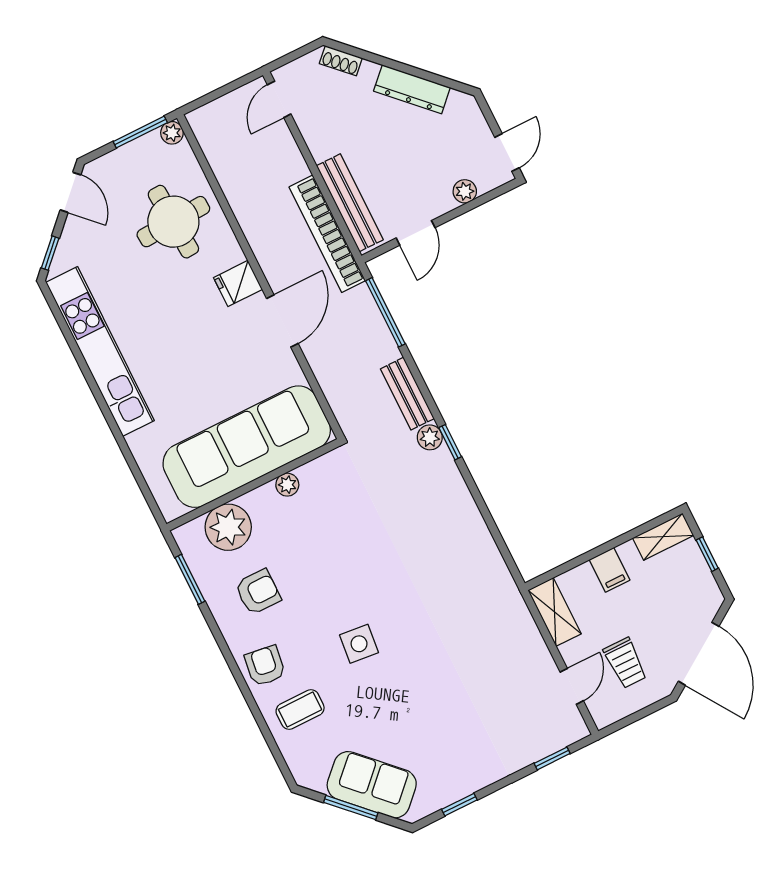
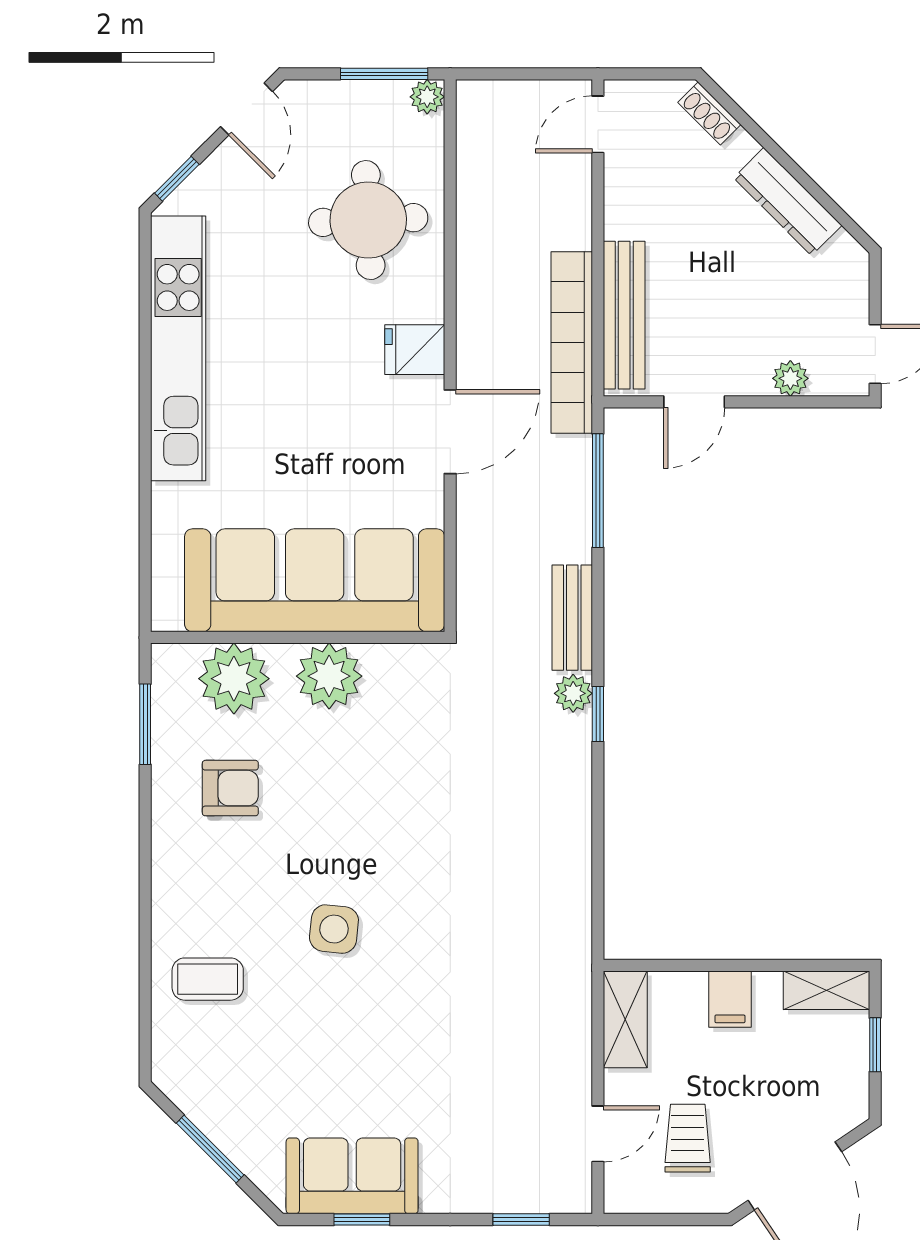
plant: (287, 485) -> (329, 676), width x1.87, depth x1.87
trolley: (625, 663) -> (688, 1138), turned 180
armchair: (265, 666) -> (189, 895), removed
sofa: (372, 785) -> (352, 1176), moved, turned -45

